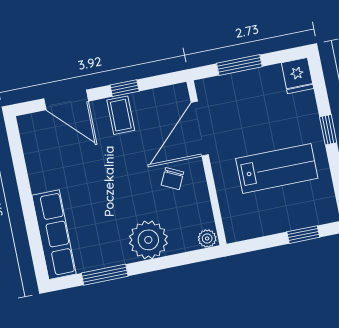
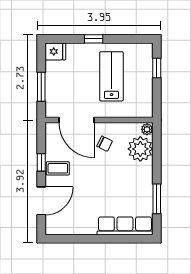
plant: (148, 240) -> (140, 149), moved

